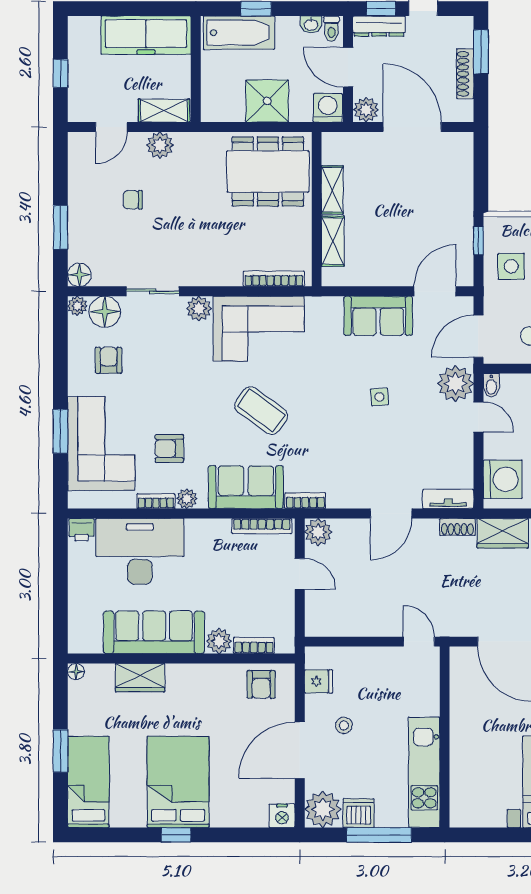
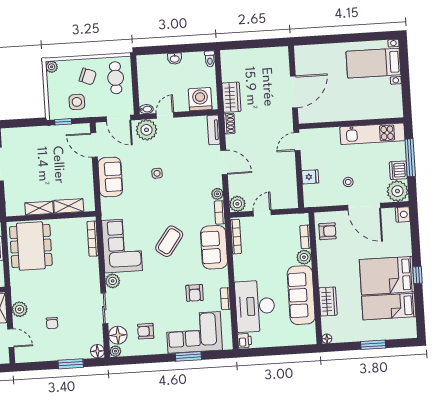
plant: (187, 499) -> (217, 194), moved
fridge: (319, 681) -> (310, 177), moved, turned 90
bed: (88, 782) -> (389, 306), moved

